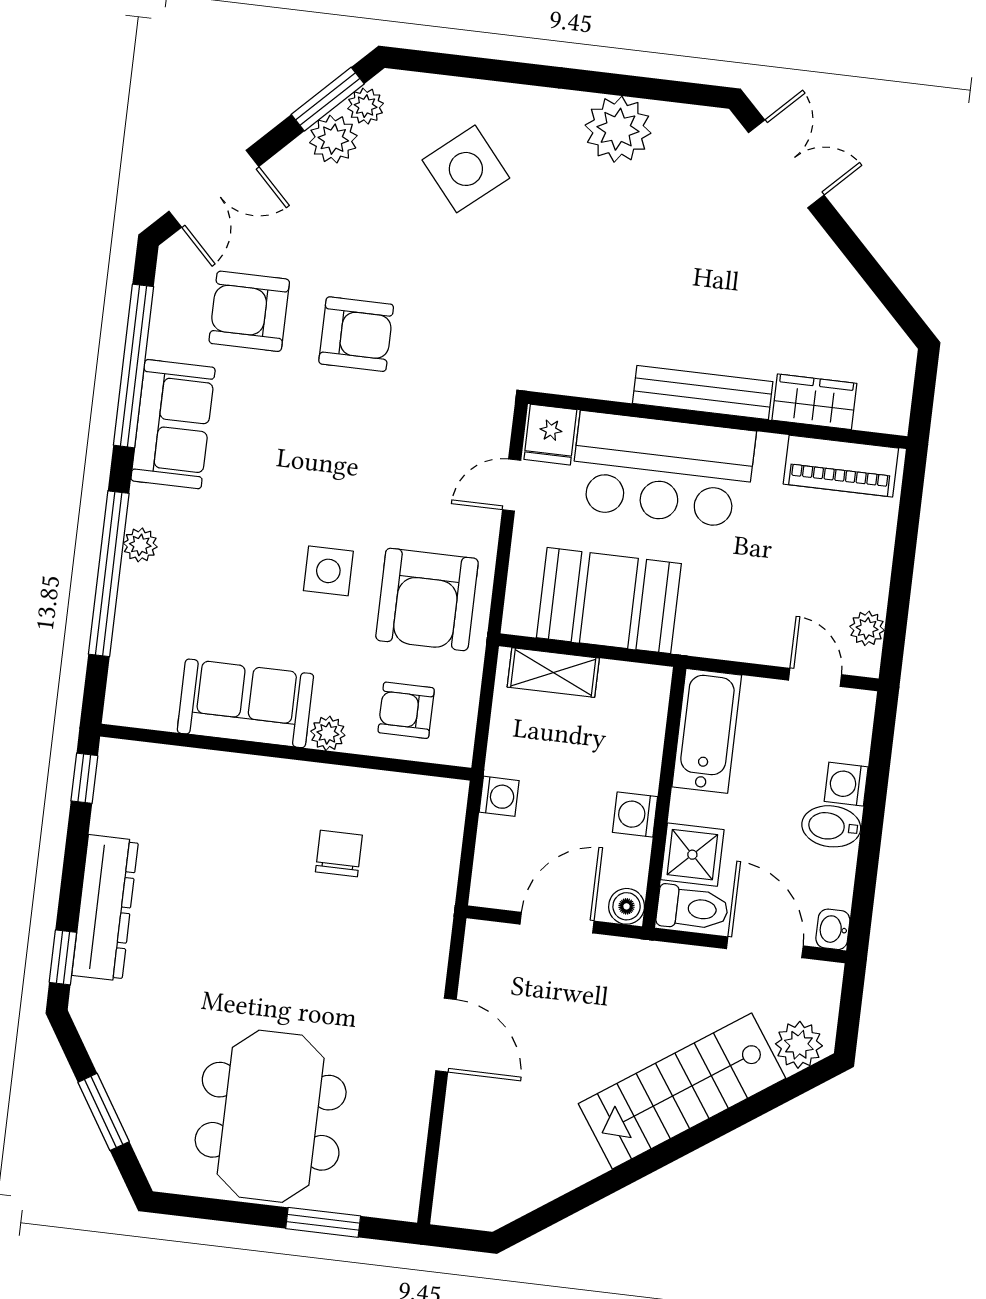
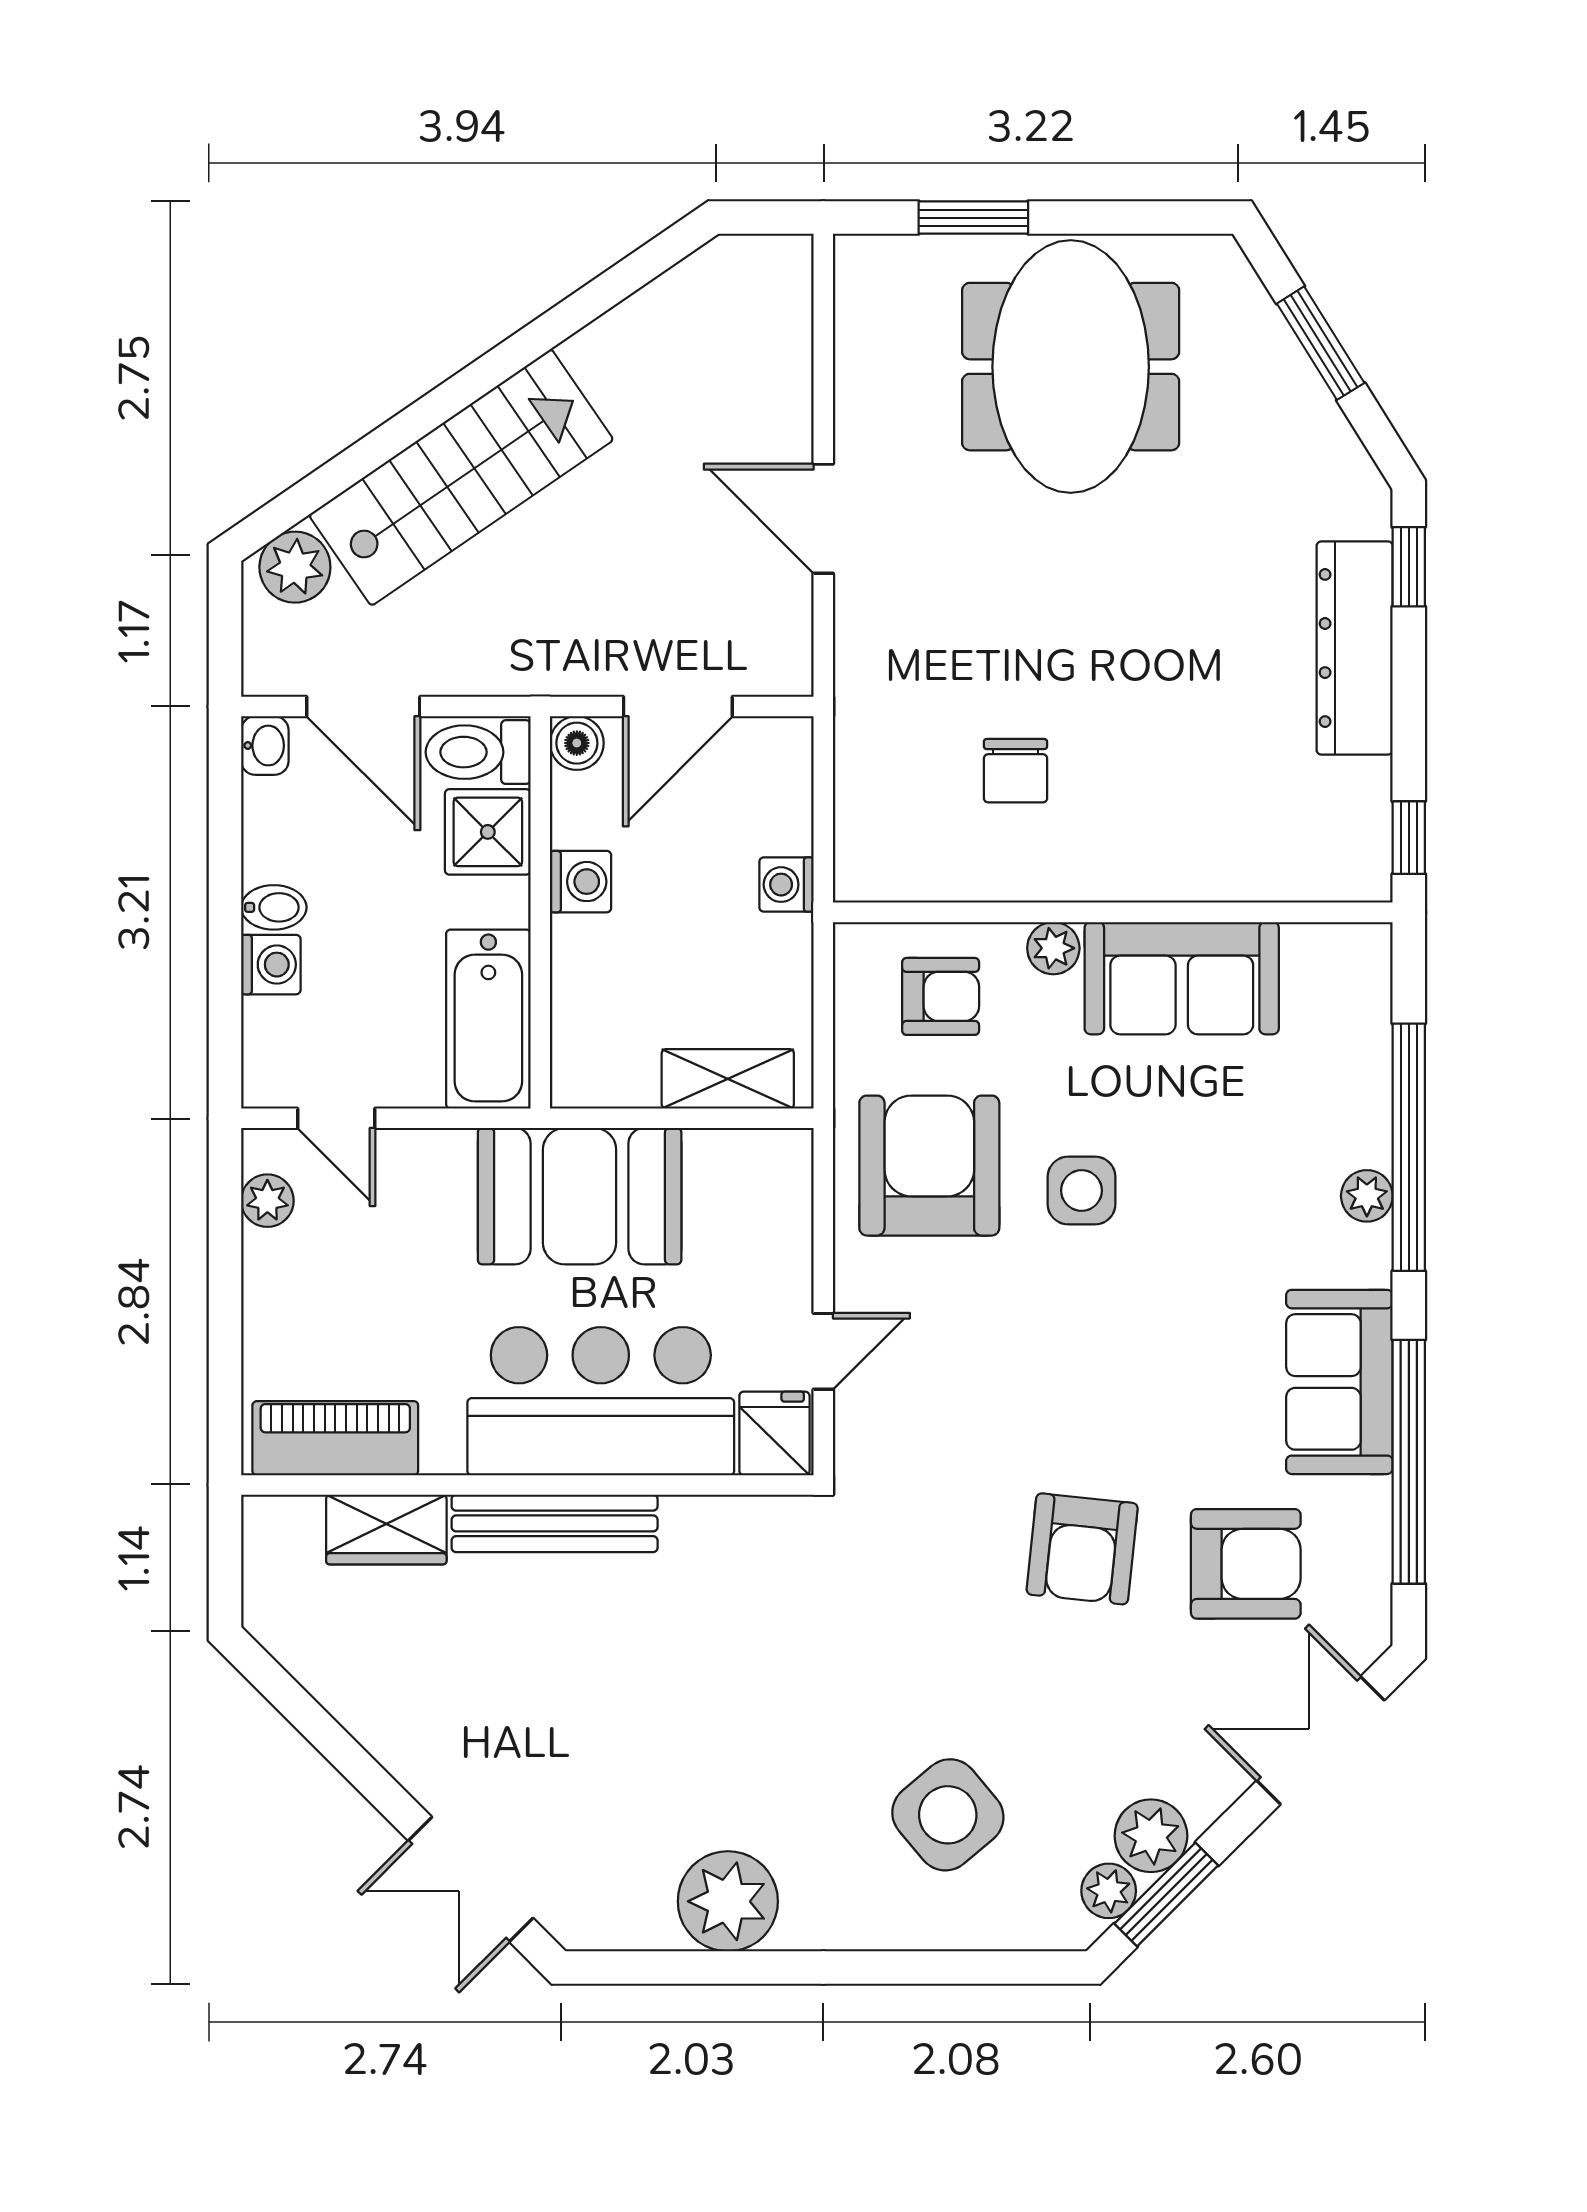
armchair: (356, 334) -> (1082, 1549), turned -84
booth: (609, 601) -> (580, 1196), moved
bidet: (831, 826) -> (274, 907), width x0.72, depth x0.74

